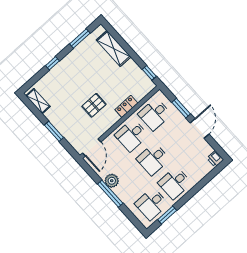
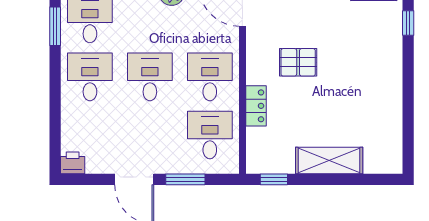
window: (80, 39) -> (408, 126), removed
shelving: (114, 48) -> (329, 160), moved
window: (52, 63) -> (408, 23), moved
pallet: (94, 105) -> (298, 62), turned 90

